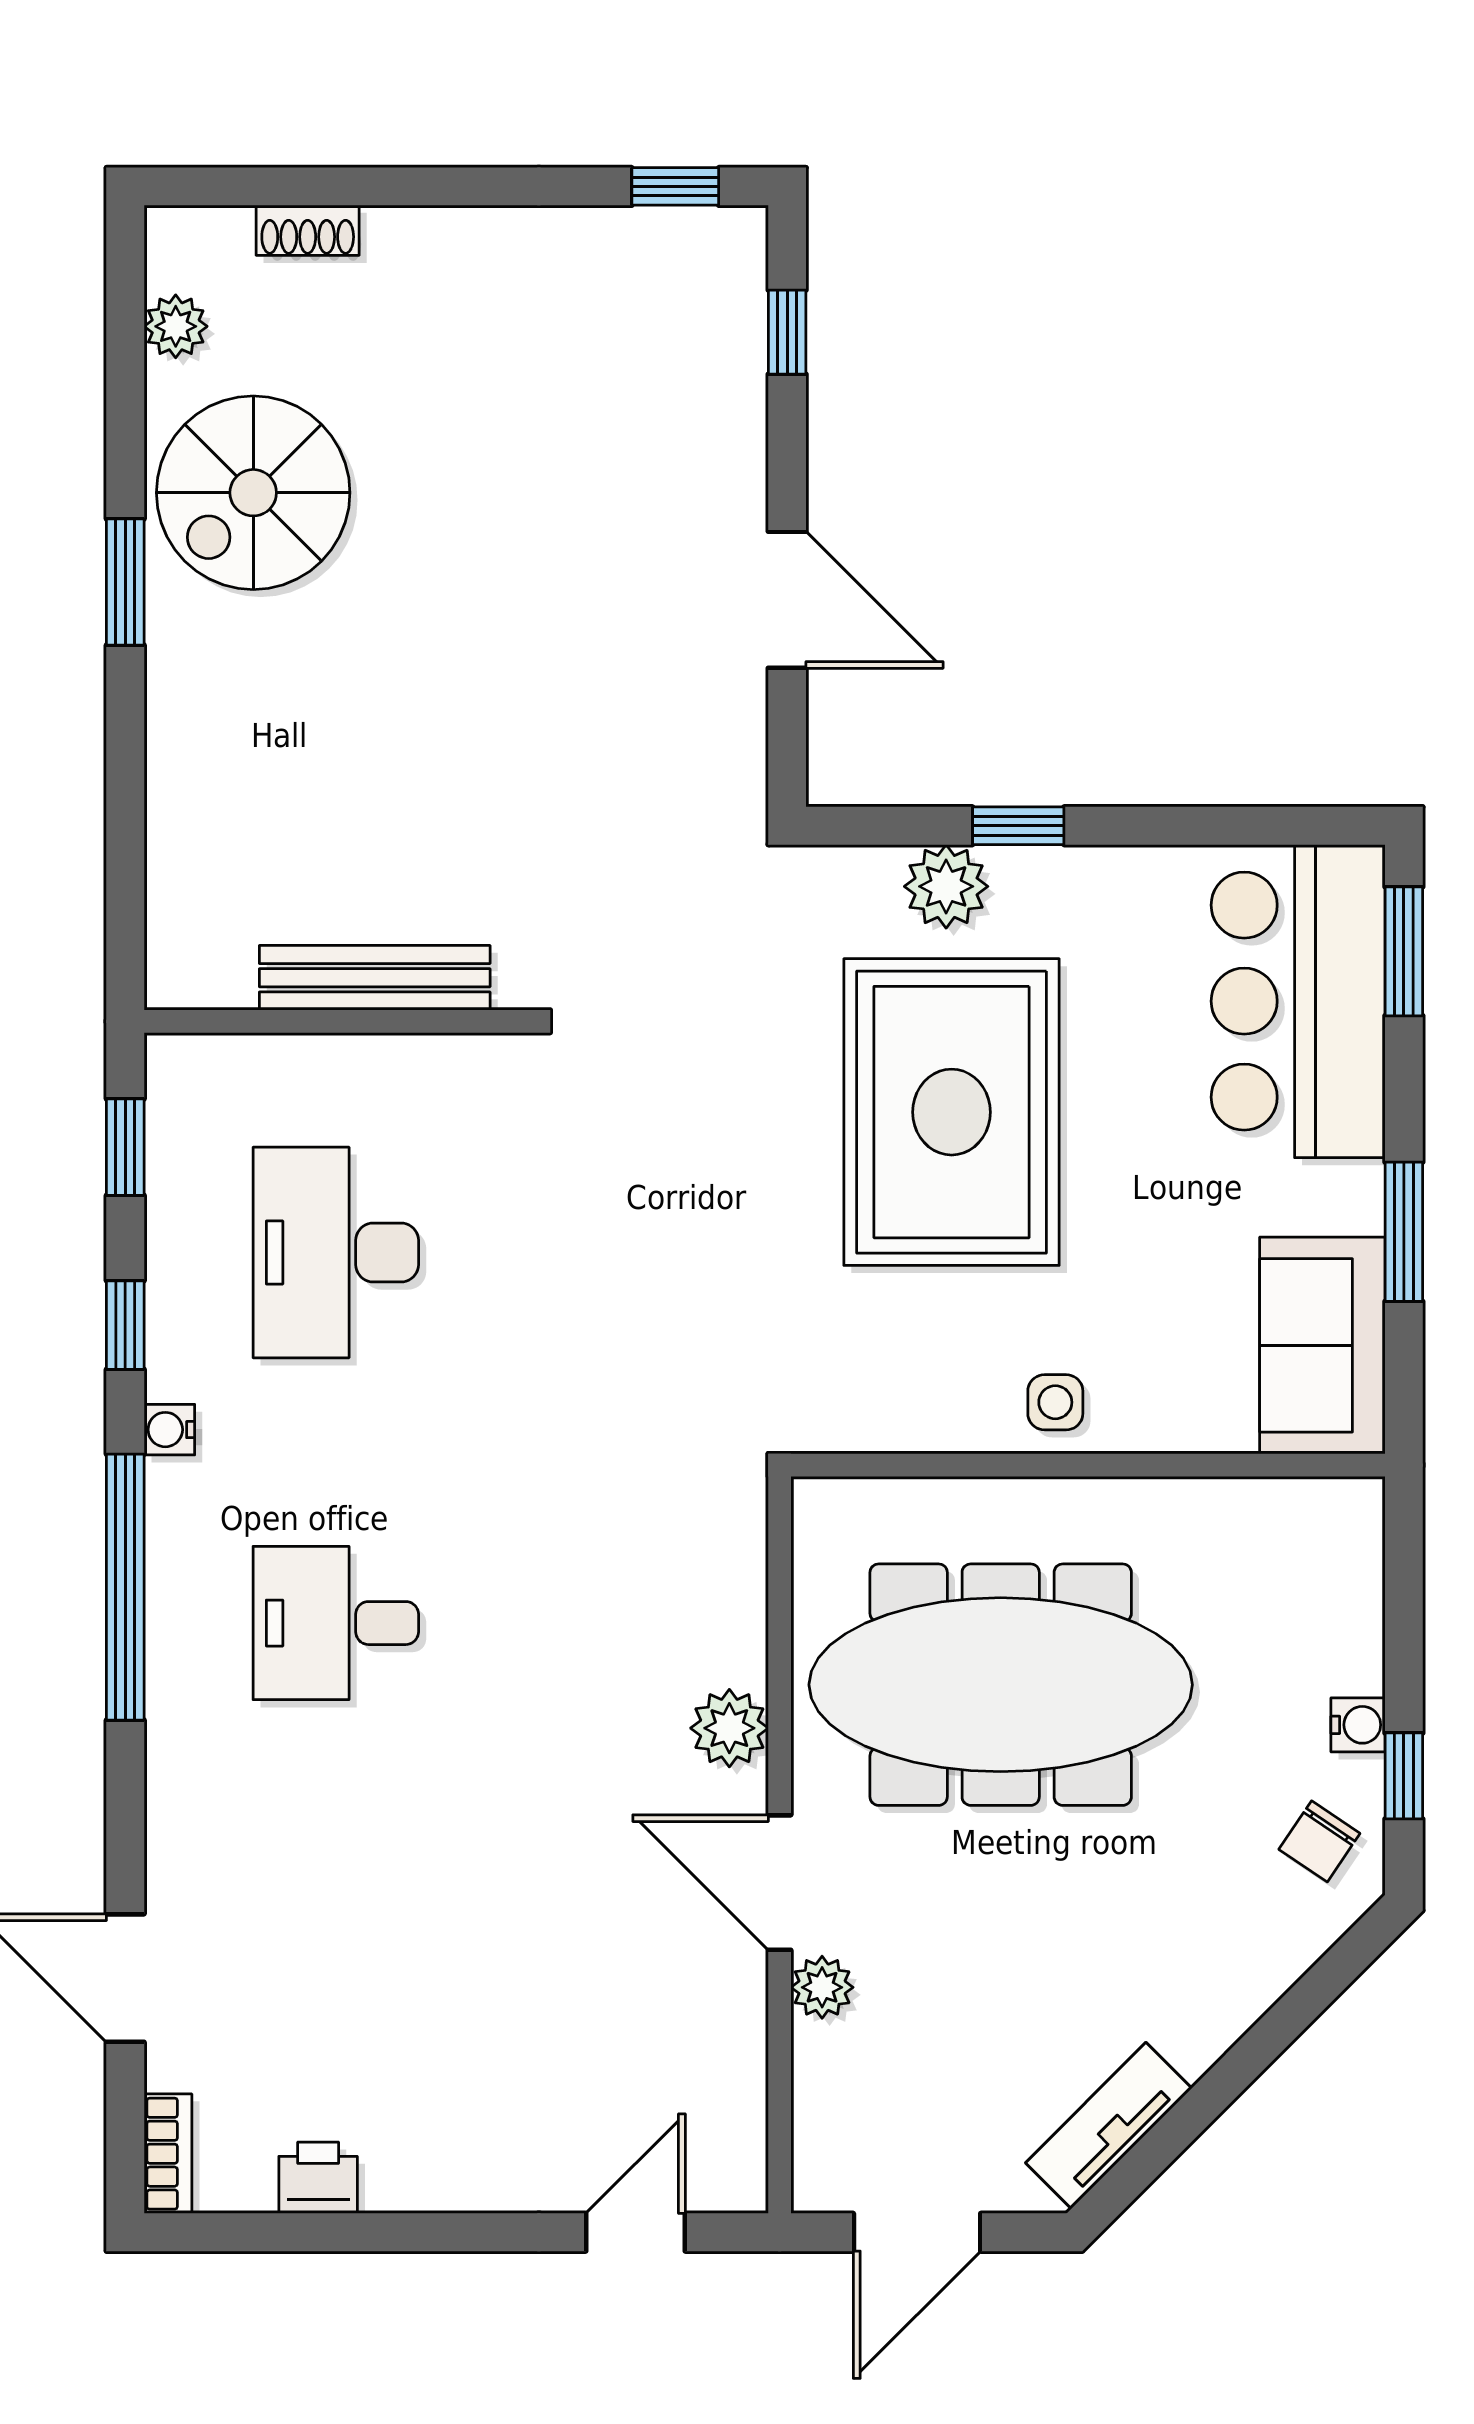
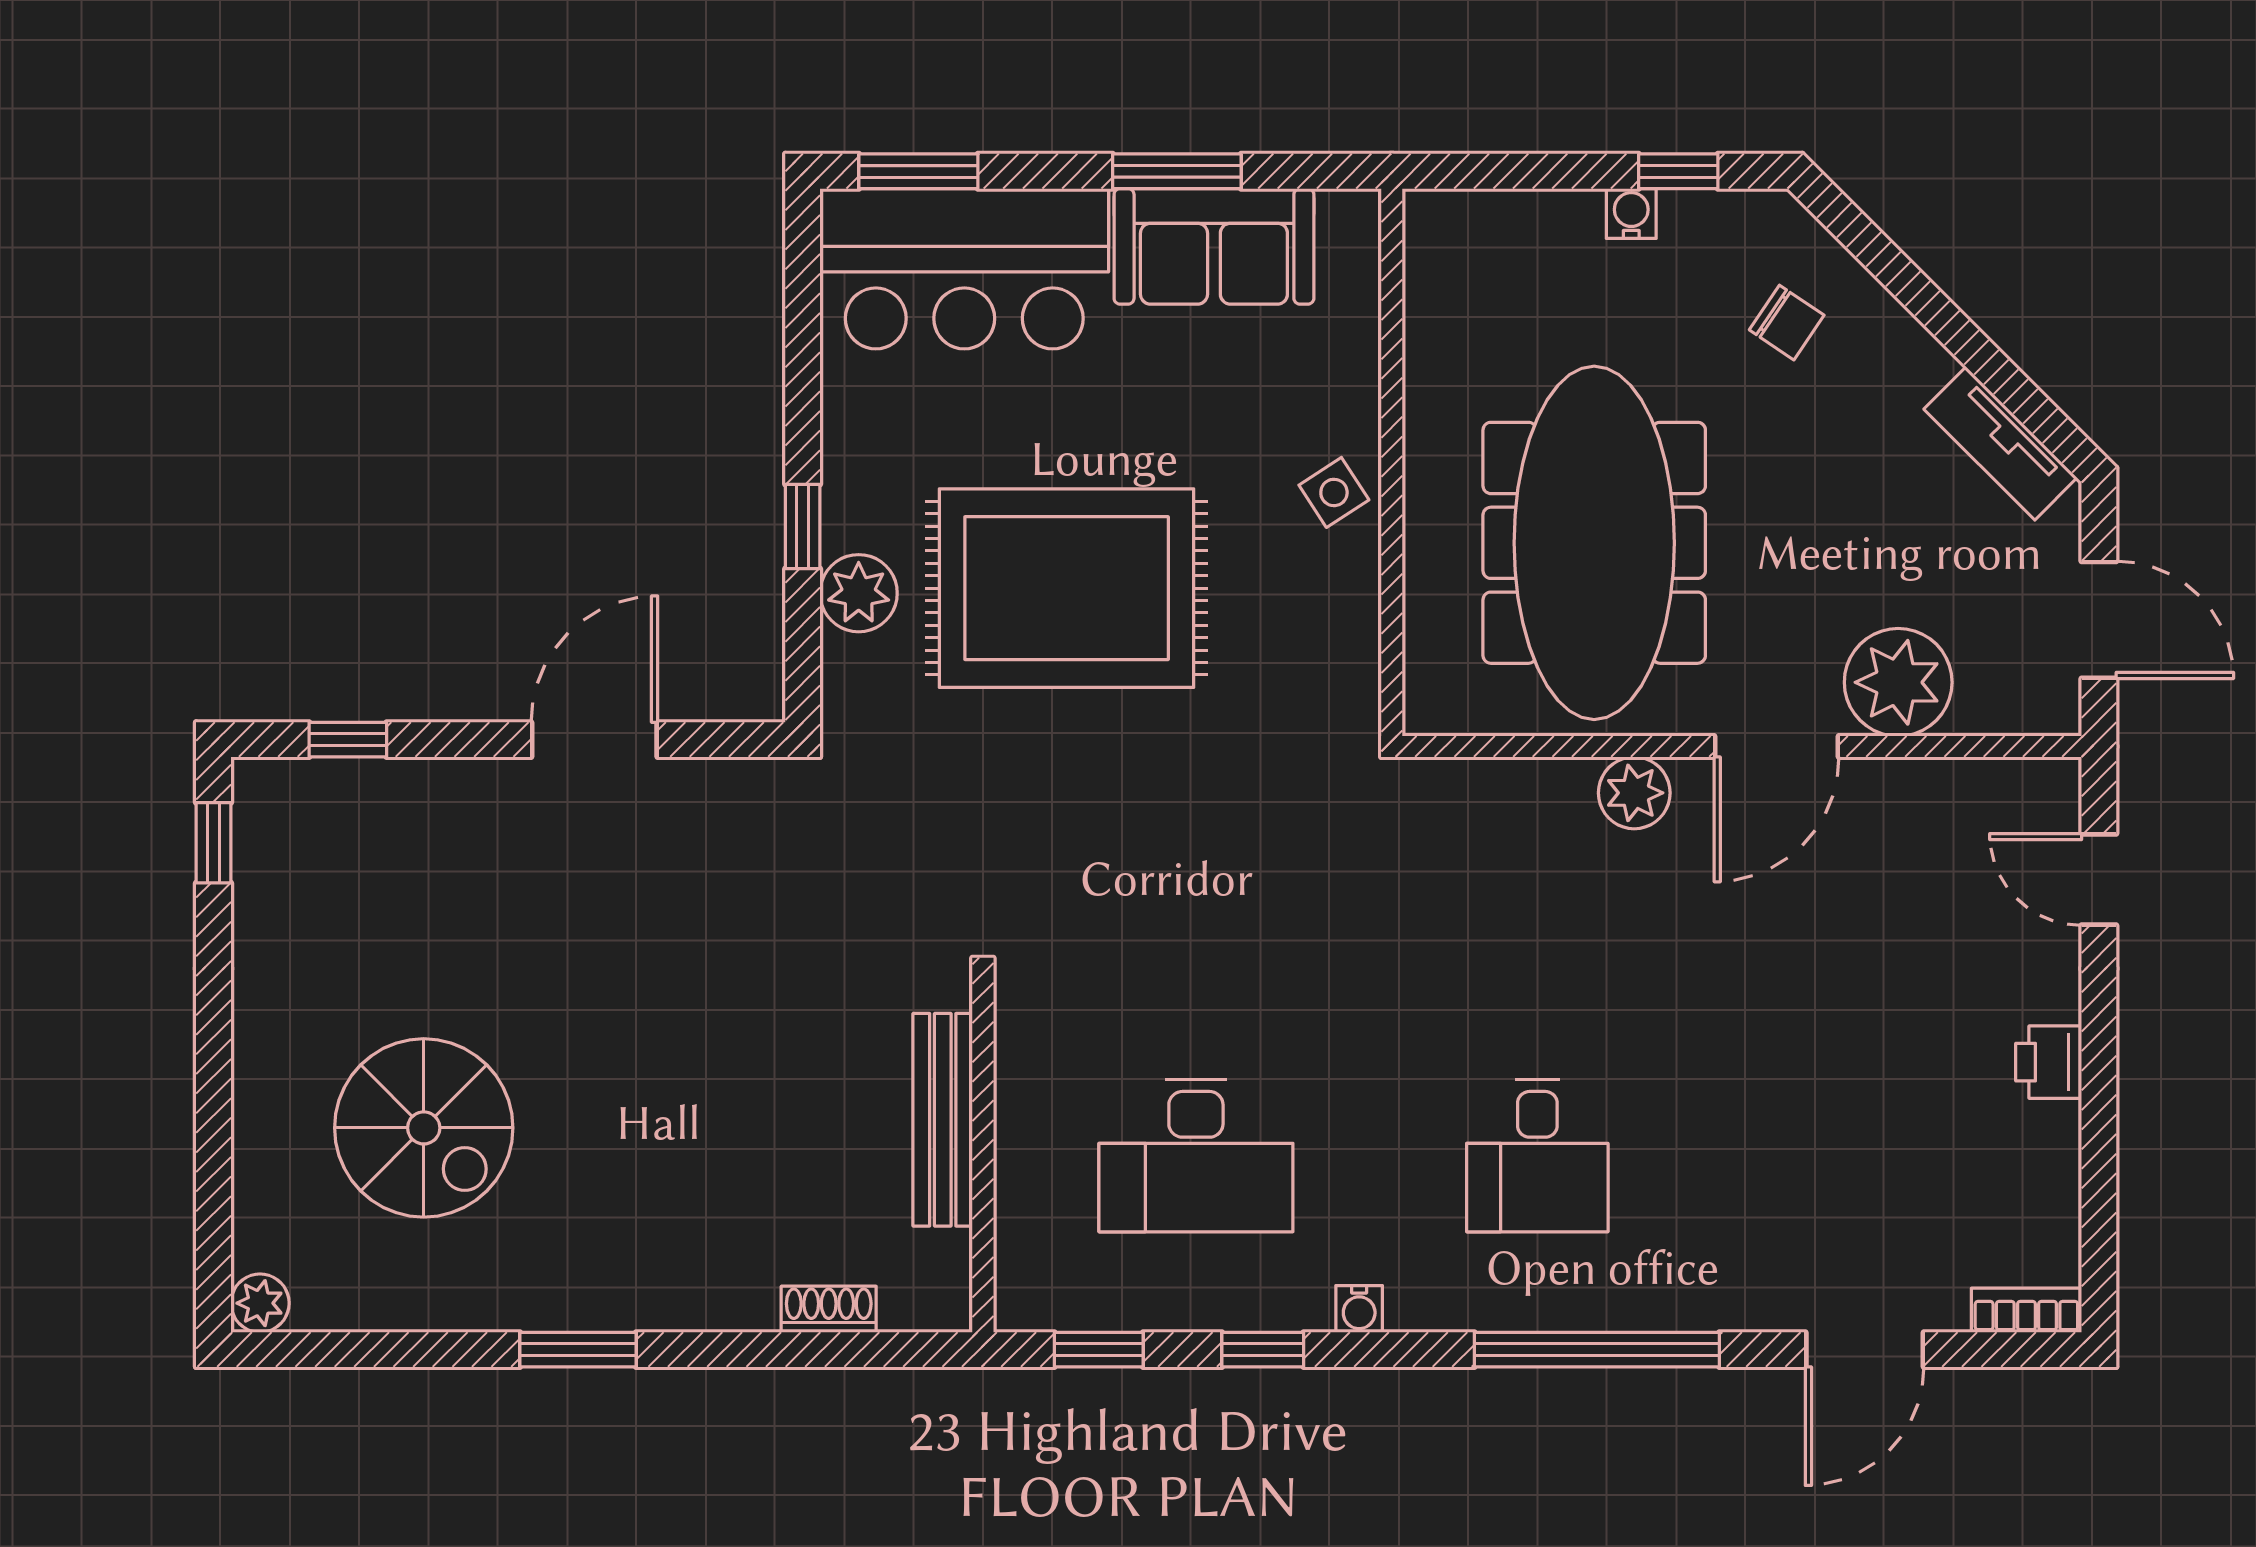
shoe rack: (308, 230) -> (829, 1309), moved, turned -90
plant: (176, 326) -> (260, 1303), moved
spiral stairs: (253, 493) -> (424, 1128), moved
sofa: (1322, 1345) -> (1214, 246), moved
side table: (1055, 1402) -> (1334, 492), turned -33
window: (125, 1587) -> (1597, 1350), moved
chair: (1319, 1841) -> (1787, 323), moved
plant: (822, 1987) -> (1898, 682), width x1.87, depth x1.87
printer: (318, 2178) -> (2049, 1062), moved

